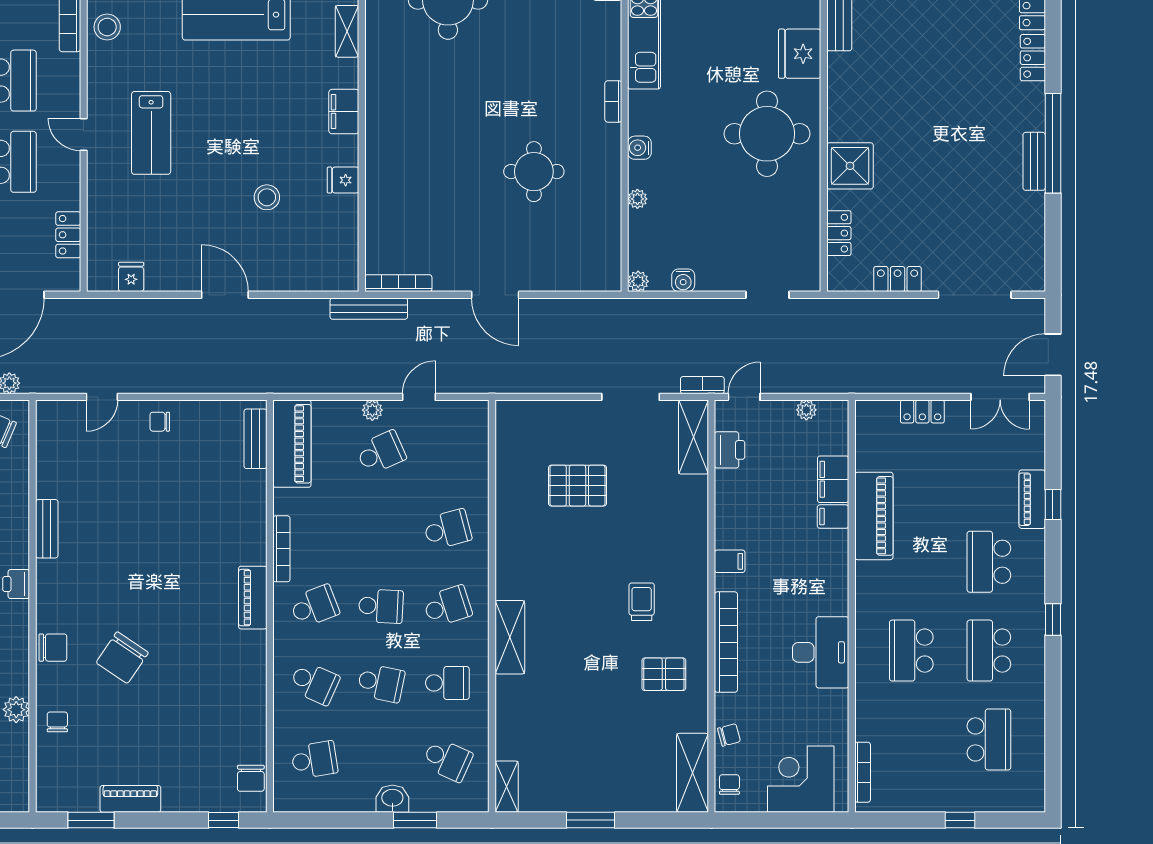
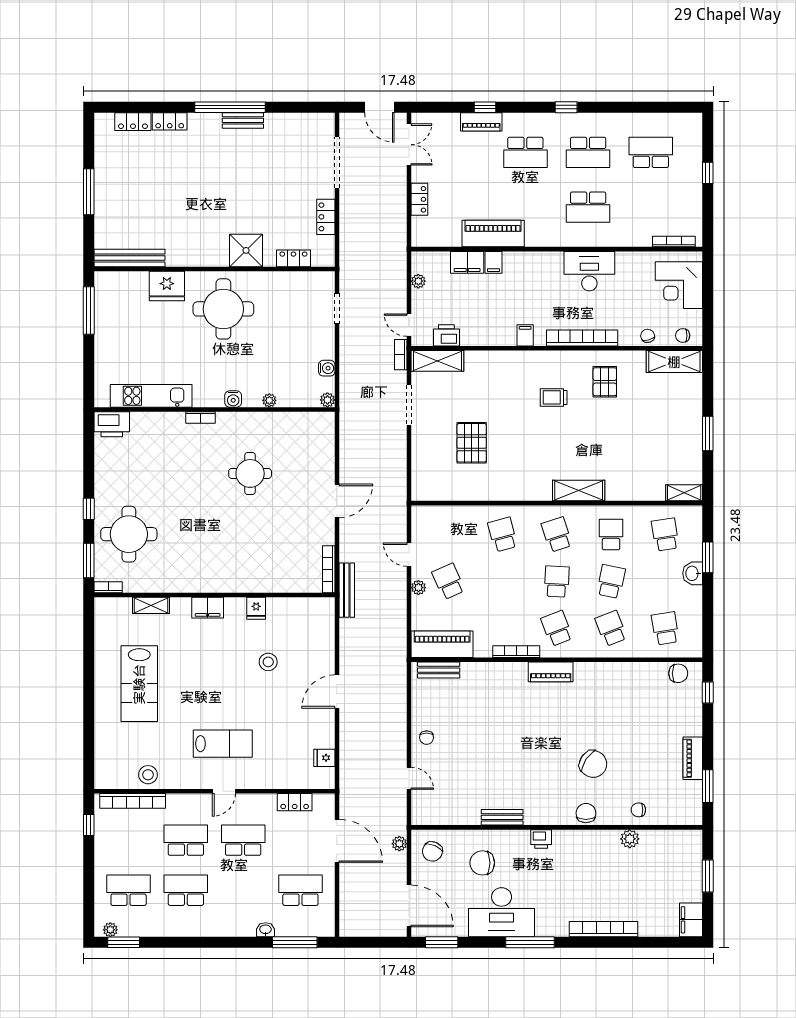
school desk: (314, 683) -> (611, 628), turned -45
school desk: (447, 760) -> (665, 535), turned -33

